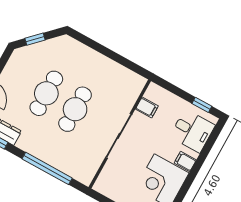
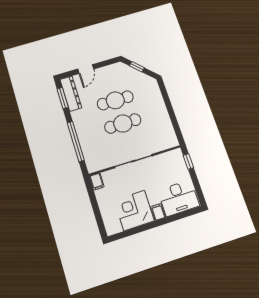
window: (202, 105) -> (188, 162), moved
filing cabinet: (147, 108) -> (97, 182), moved
desk: (192, 131) -> (179, 198), width x1.37

